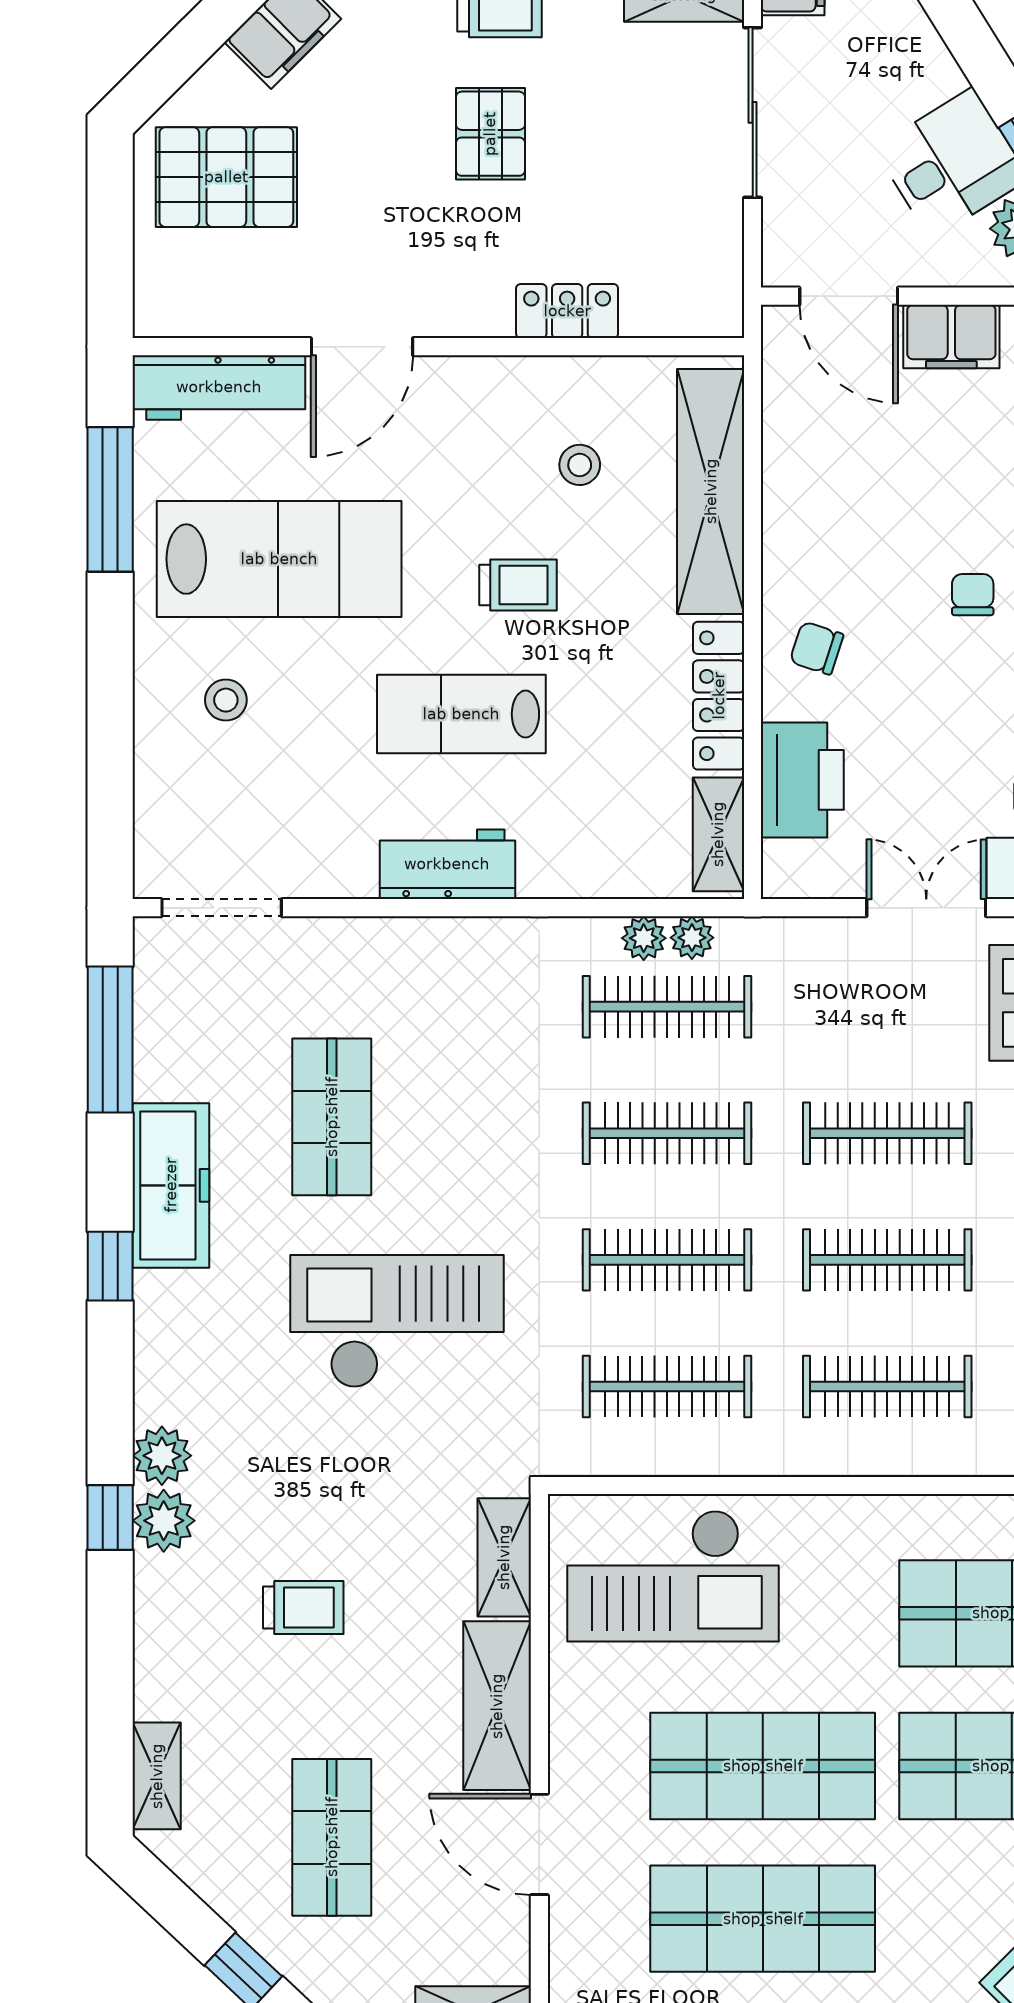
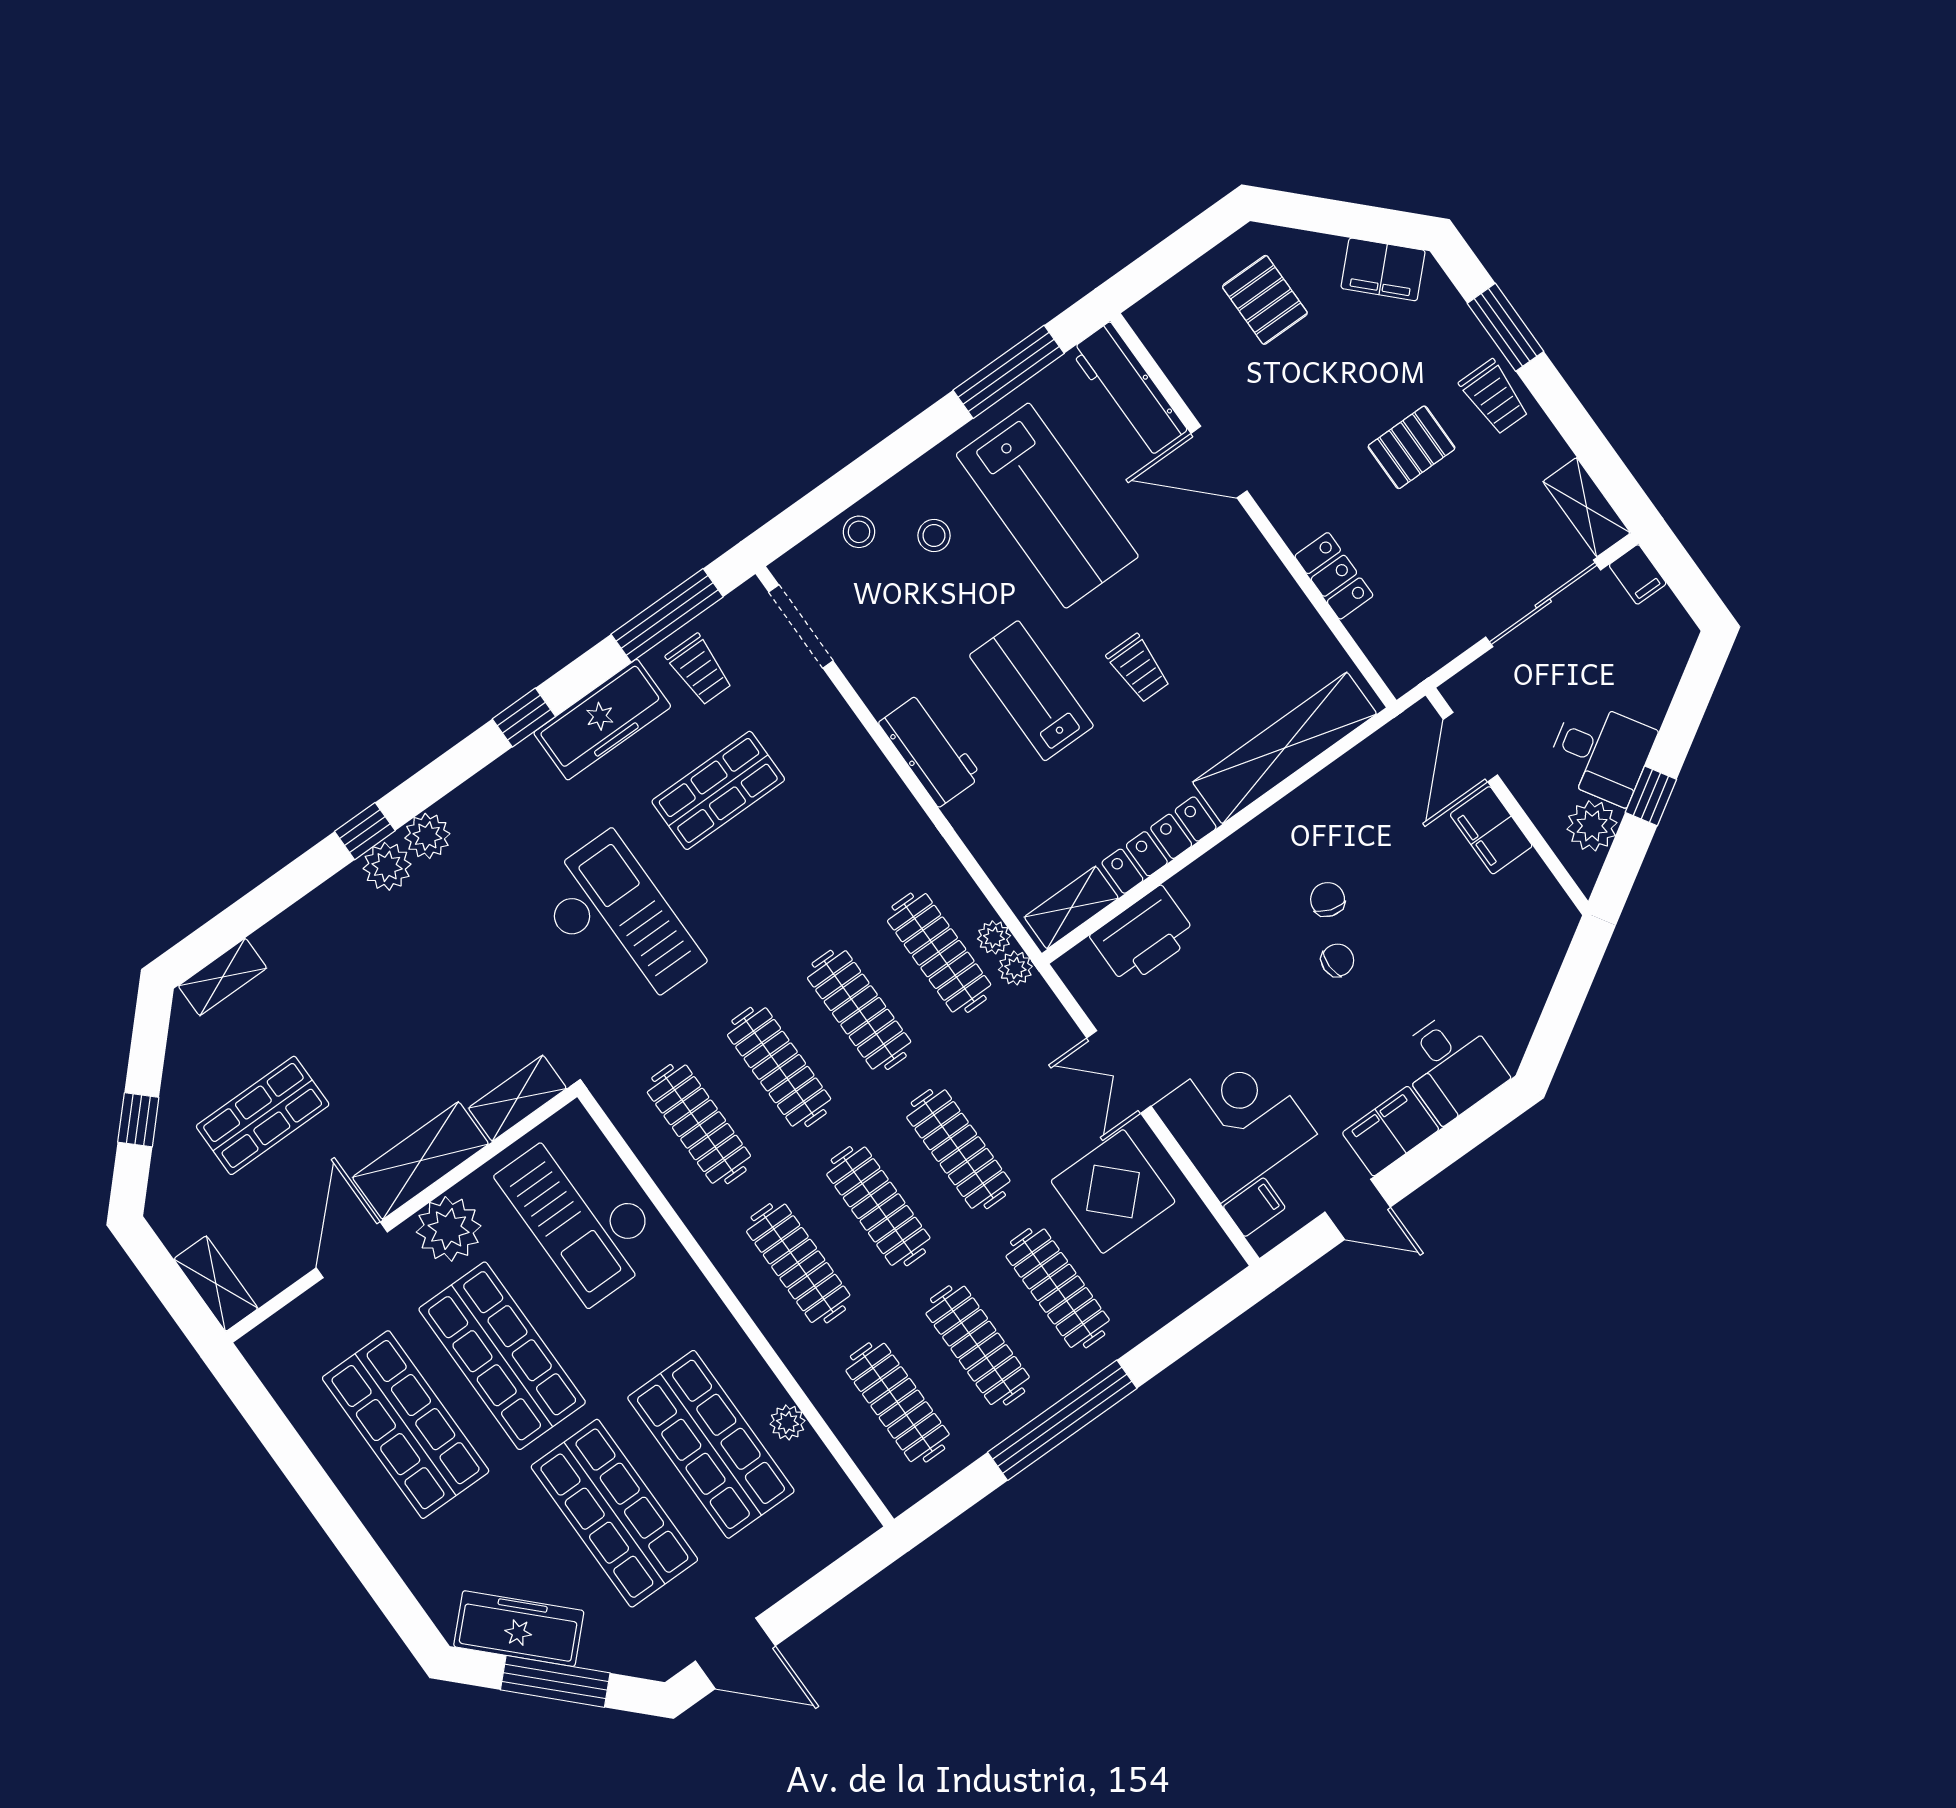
pallet: (226, 177) -> (1265, 300), width x0.67, depth x0.71
stool: (580, 465) -> (859, 532), moved
chair: (817, 648) -> (1328, 899), moved
double door: (926, 908) -> (1119, 1072), swing flipped
plant: (644, 938) -> (1015, 968), moved
trolley: (303, 1607) -> (699, 669), moved
plant: (590, 1727) -> (449, 1229), added

